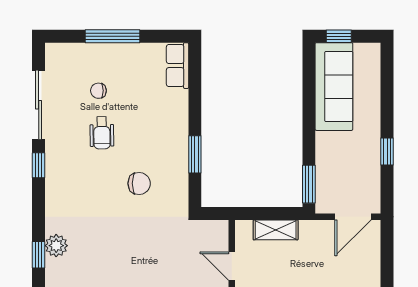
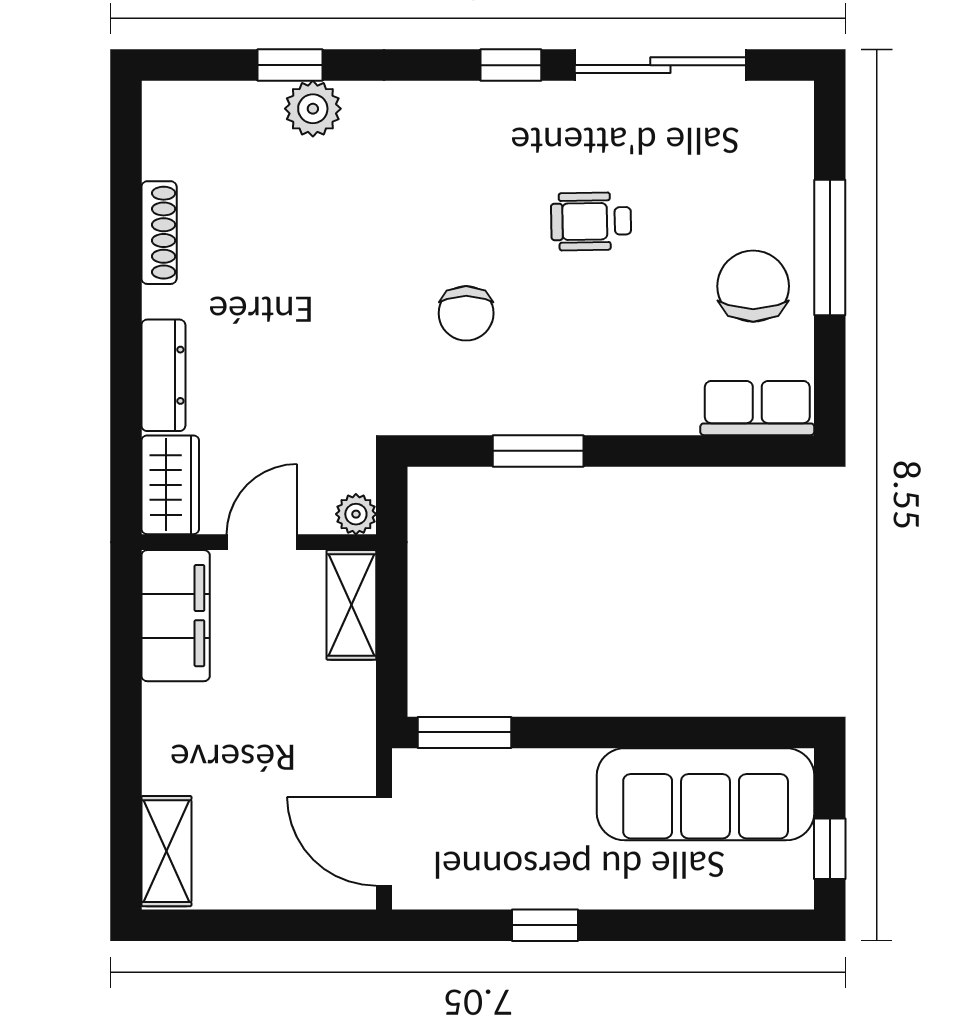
window: (339, 36) -> (830, 849), moved
chair: (98, 91) -> (753, 286), moved, width x1.87, depth x1.87
plant: (220, 228) -> (356, 514), added
shelving: (276, 230) -> (351, 605), moved

